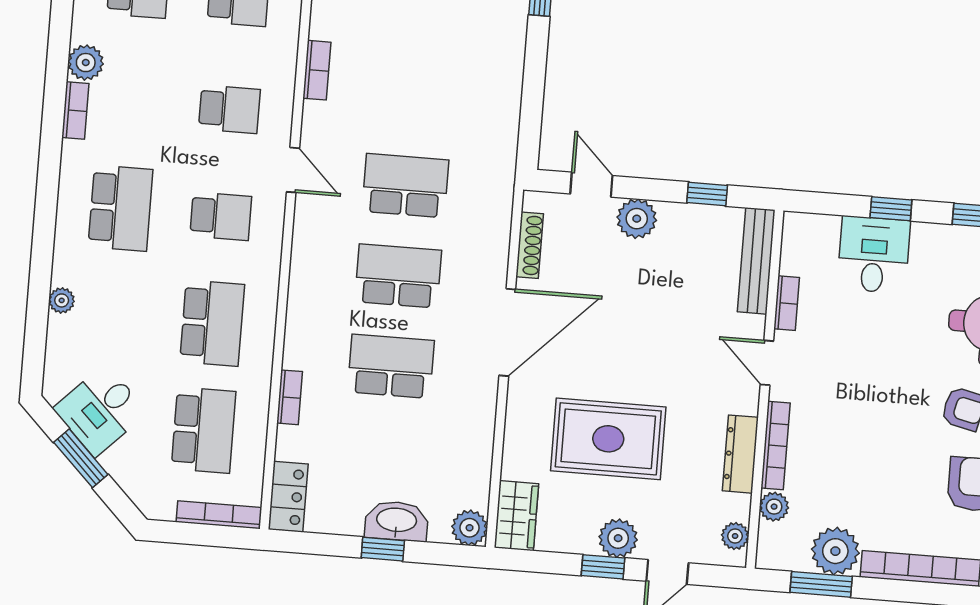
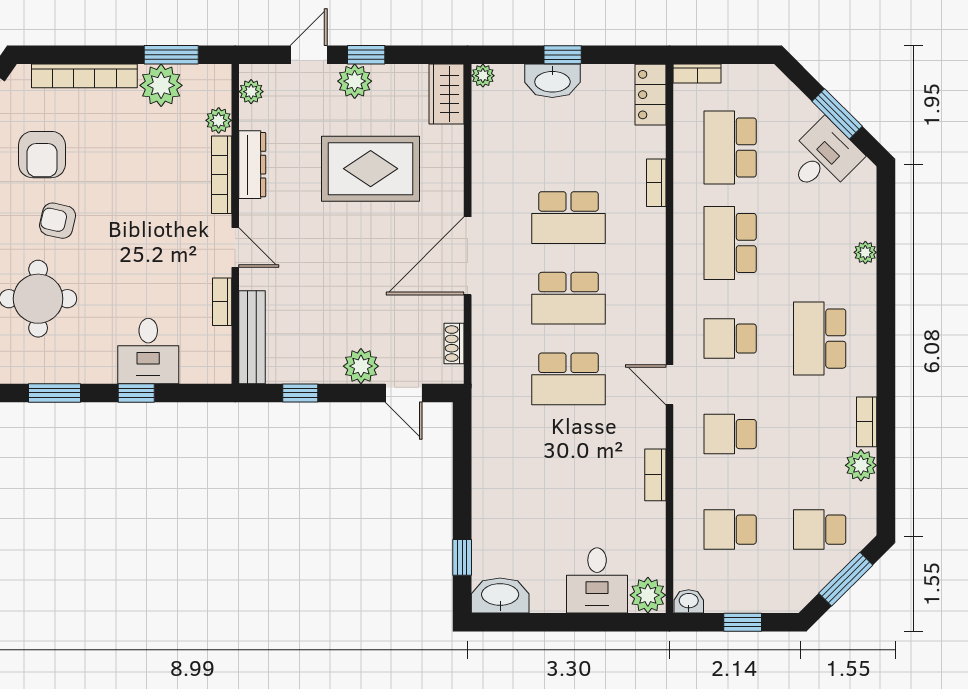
shoe rack: (530, 245) -> (454, 344), width x0.70
bookcase: (219, 515) -> (697, 74), width x0.64
plant: (470, 528) -> (483, 76), width x0.73, depth x0.73

